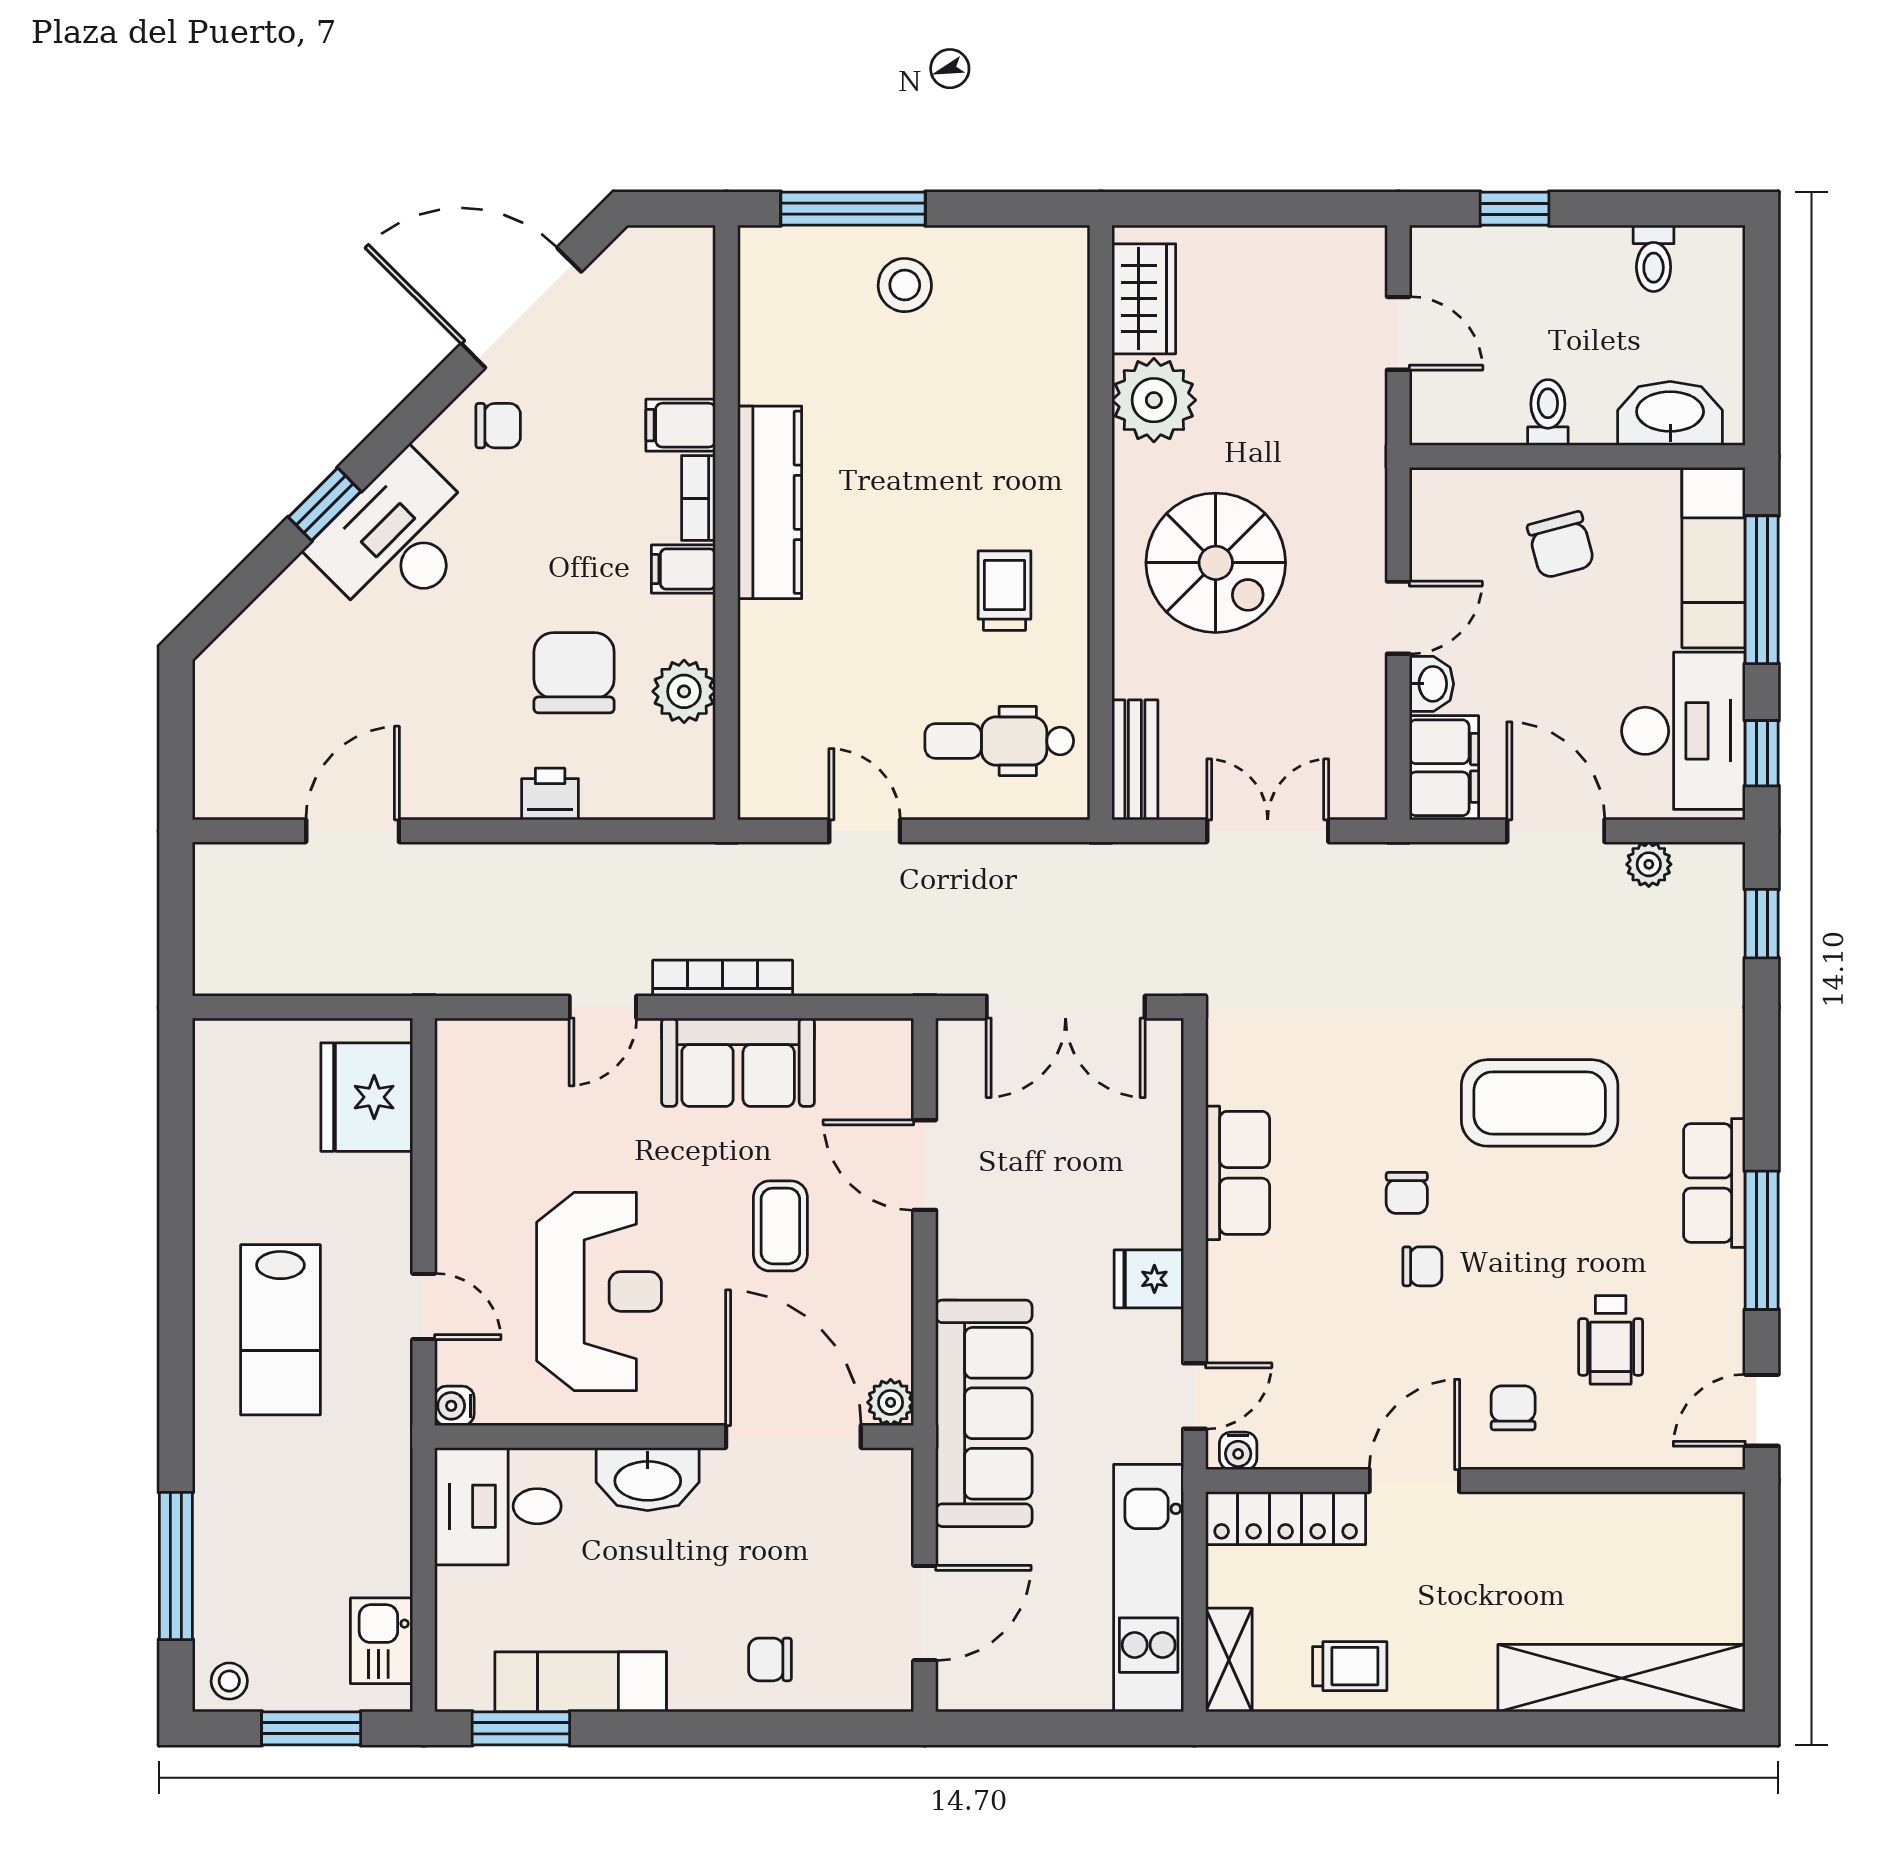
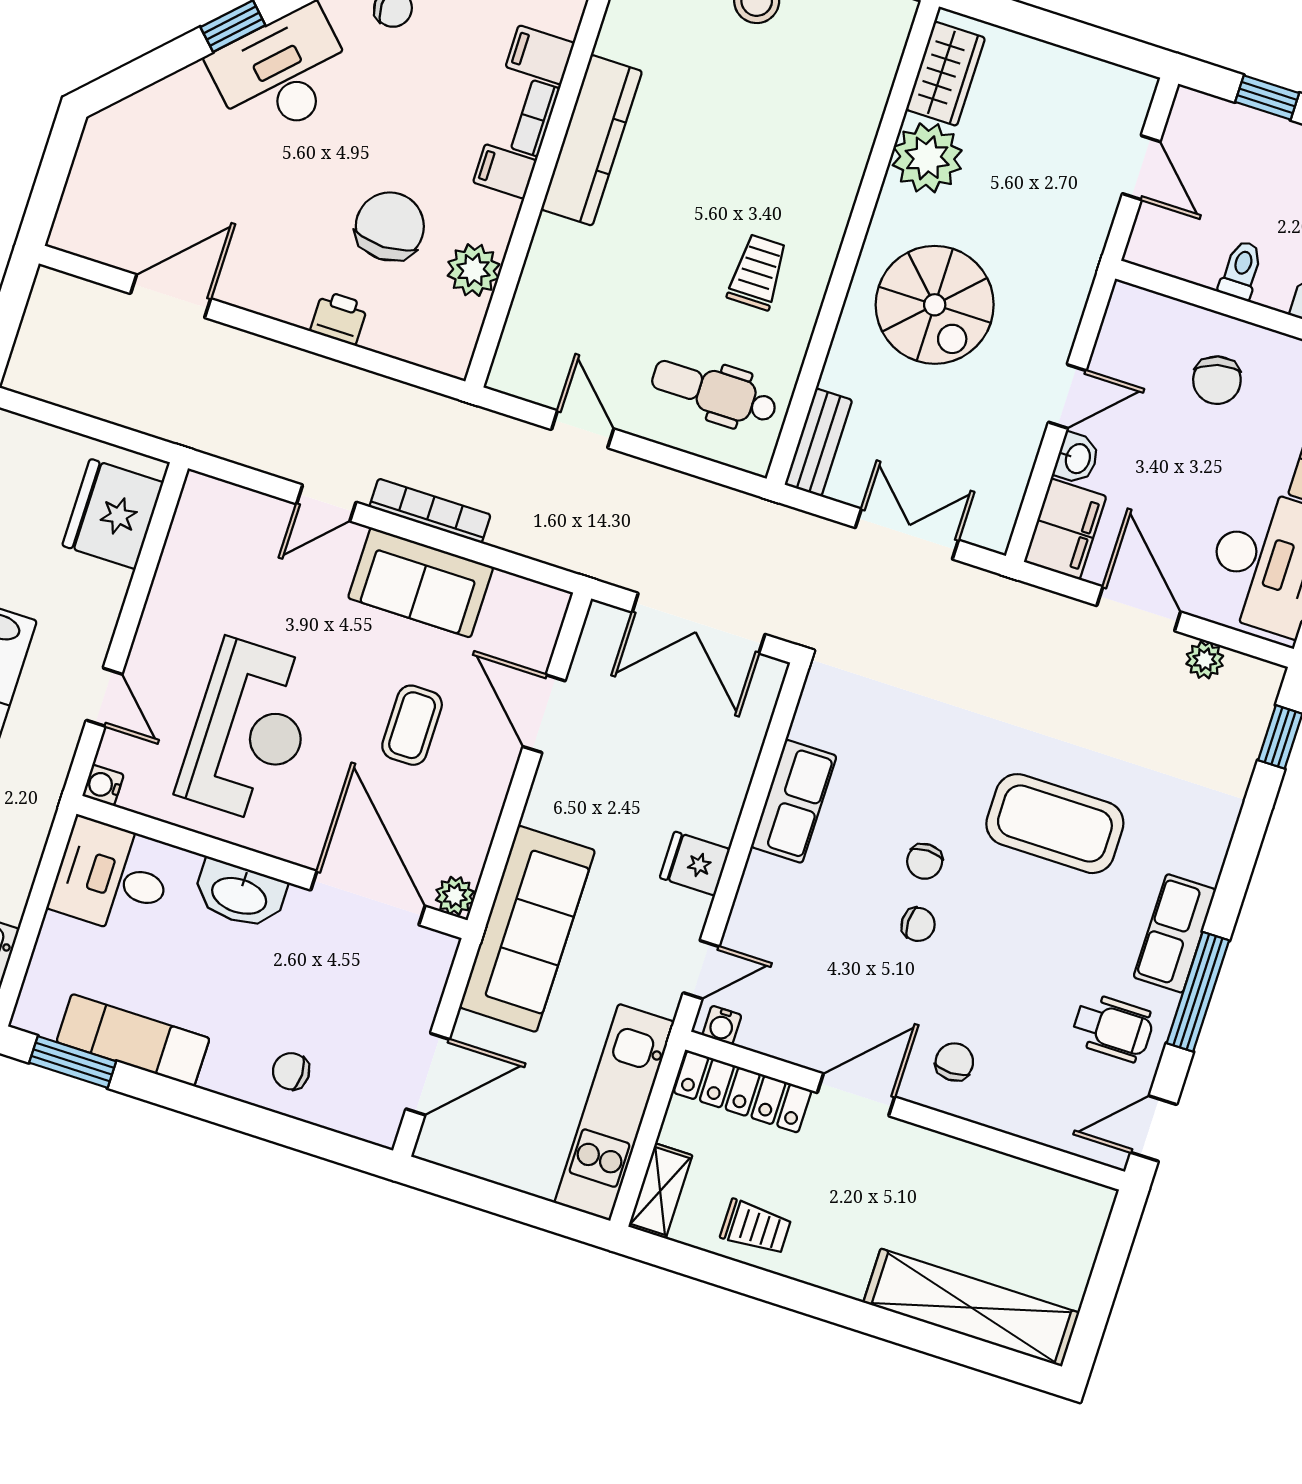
wheelchair: (1611, 1340) -> (1113, 1028), moved, turned -90

